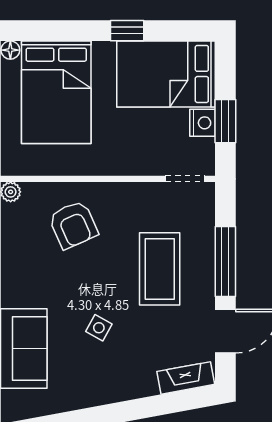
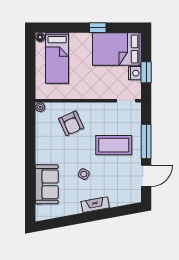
bed: (56, 92) -> (57, 58), width x0.67
coffee table: (160, 269) -> (114, 145), turned 90
fireplace: (186, 378) -> (95, 205), moved

